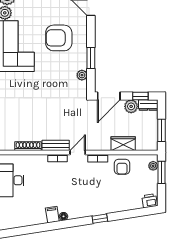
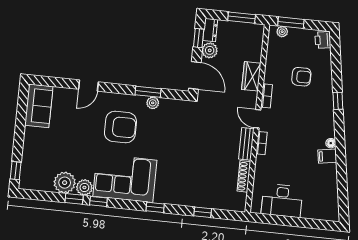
armchair: (59, 38) -> (120, 127), turned -90
plant: (82, 75) -> (153, 103), moved
wardrobe: (123, 144) -> (251, 76), moved
armchair: (122, 167) -> (301, 77), moved

